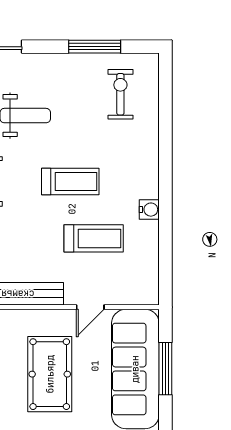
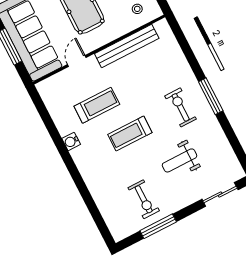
exercise bike: (120, 94) -> (144, 199), moved
treadmill: (94, 238) -> (97, 105), turned 180

